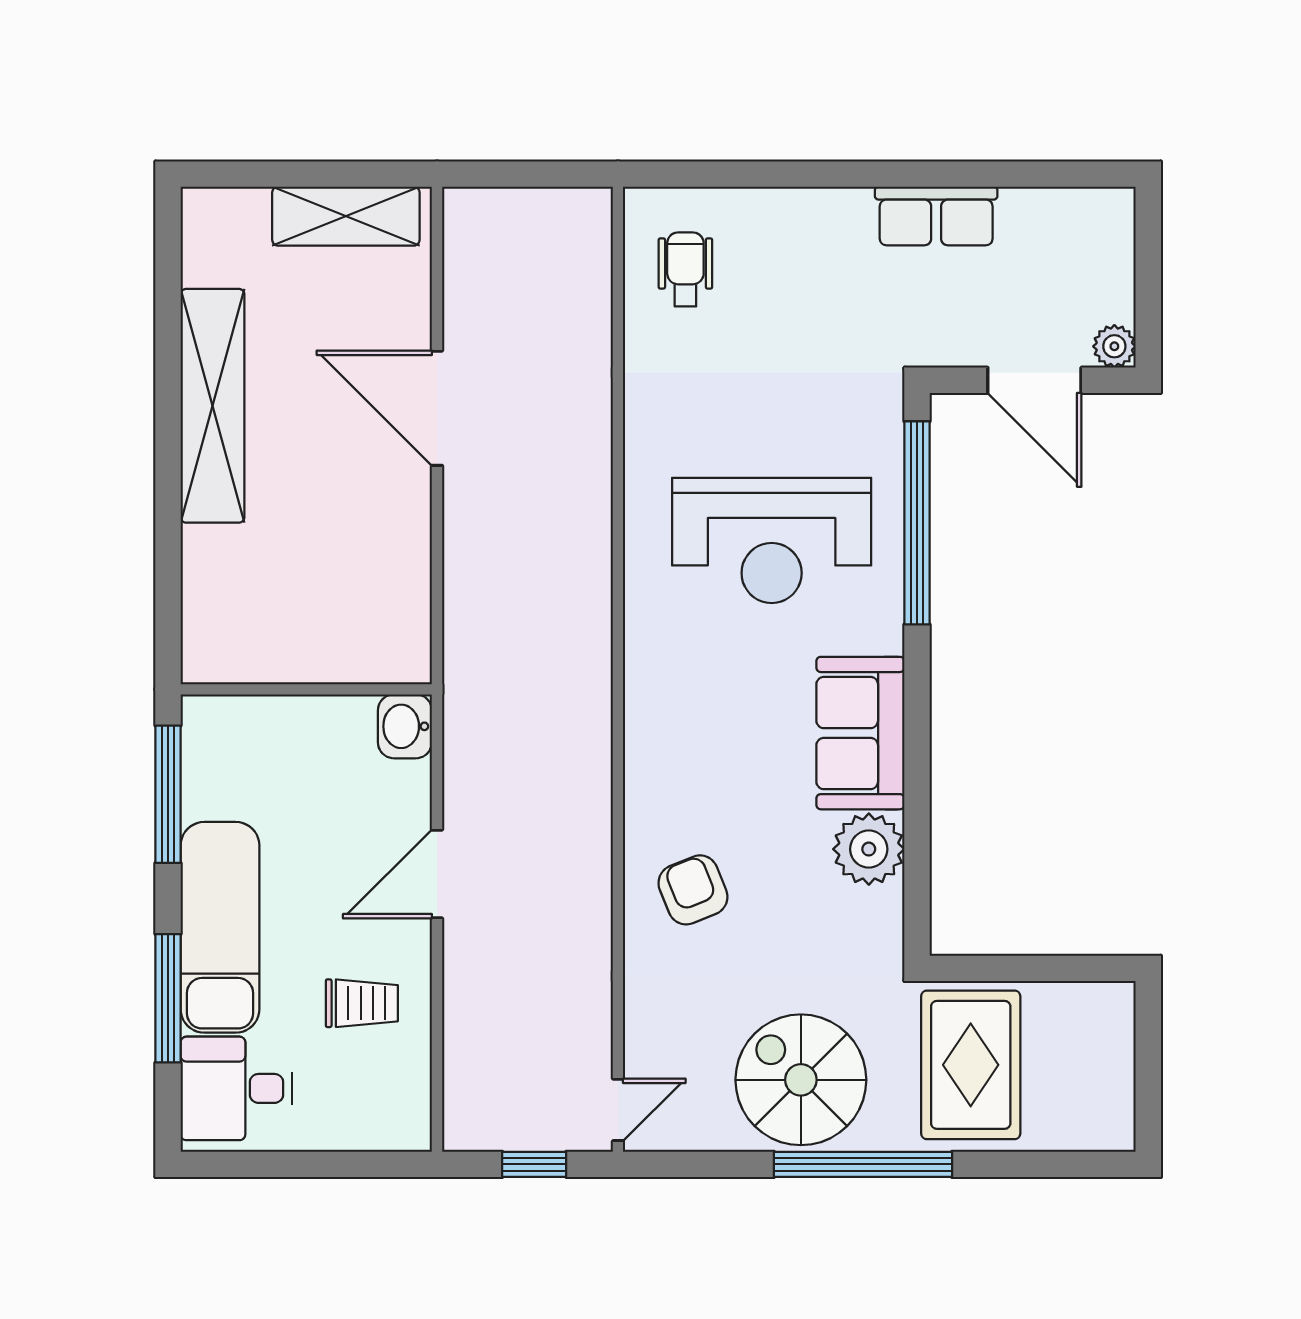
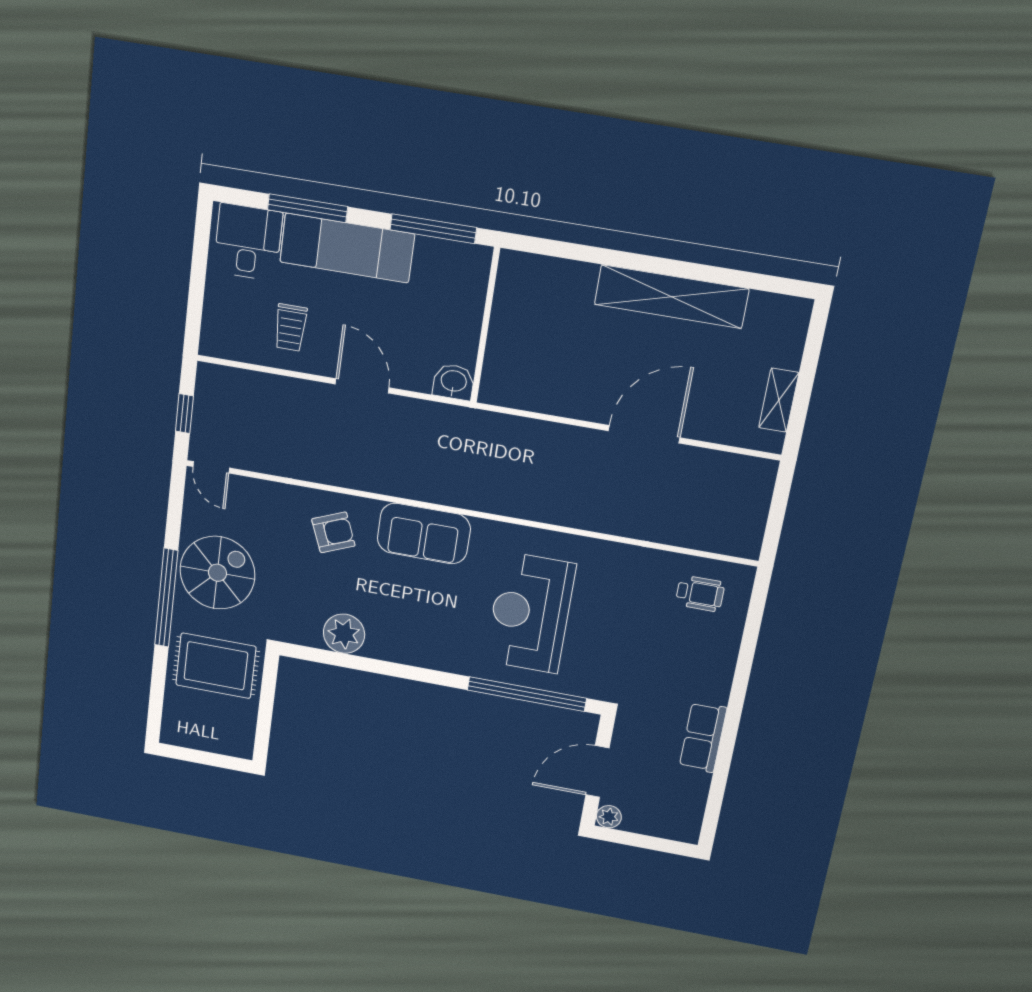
shelving: (346, 216) -> (779, 400), width x0.67, depth x0.75
sofa: (860, 733) -> (424, 534), moved, turned 180

